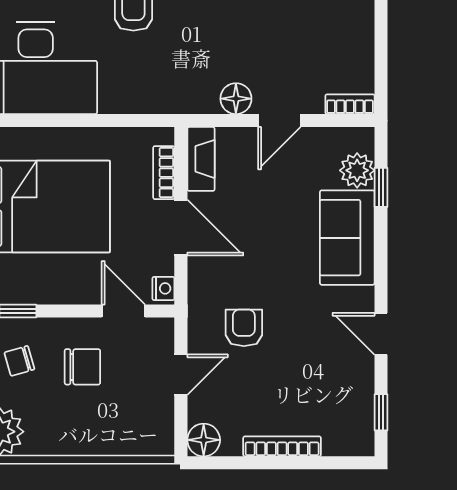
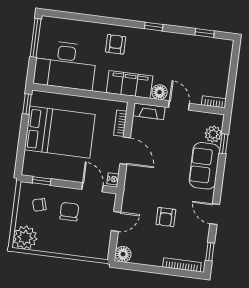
filing cabinet: (173, 91) -> (130, 84), added
door: (279, 121) -> (179, 105), swing flipped
fireplace: (201, 159) -> (149, 111), moved, turned 90
armchair: (244, 328) -> (166, 217), moved, turned 180
chair: (82, 367) -> (69, 212), turned -90
bookcase: (282, 446) -> (182, 265), moved

